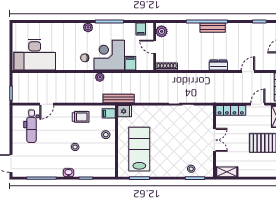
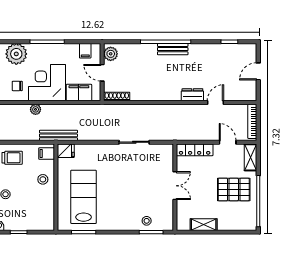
plant: (88, 27) -> (16, 54), width x1.88, depth x1.88
filing cabinet: (130, 63) -> (79, 93), width x2.00
dresser: (218, 65) -> (192, 95), moved
door: (258, 104) -> (228, 142), hinge flipped
shelving: (227, 172) -> (204, 225), moved

